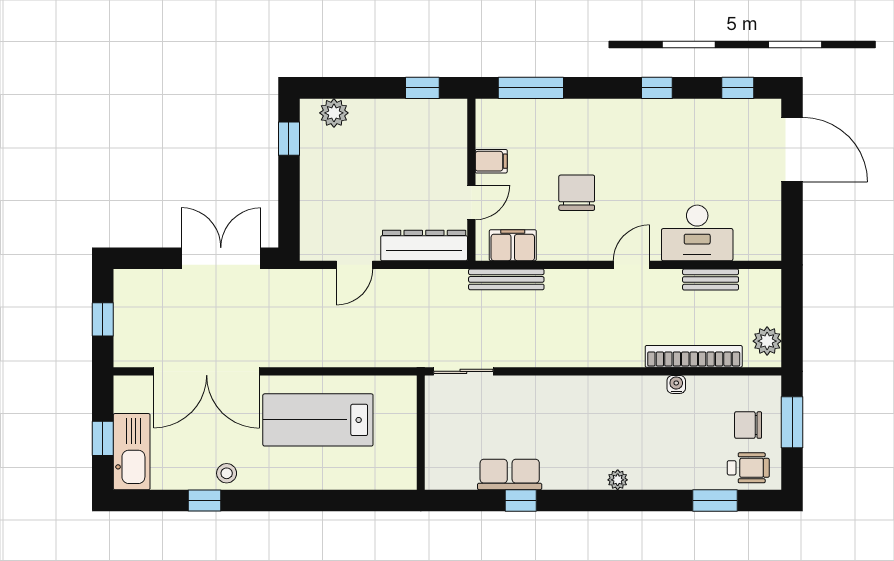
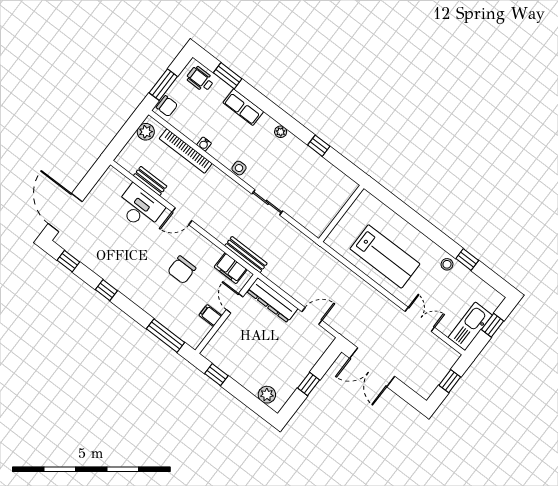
window: (289, 139) -> (309, 384), moved
door: (471, 202) -> (235, 303), hinge flipped
double door: (207, 371) -> (420, 319), width x0.54
sliding door: (463, 371) -> (267, 202), moved
side table: (605, 388) -> (239, 168), added
chair: (748, 425) -> (167, 106), moved
kitchen sink: (132, 452) -> (470, 326), moved
row of seats: (510, 474) -> (243, 107), moved
plant: (618, 480) -> (281, 132), moved

